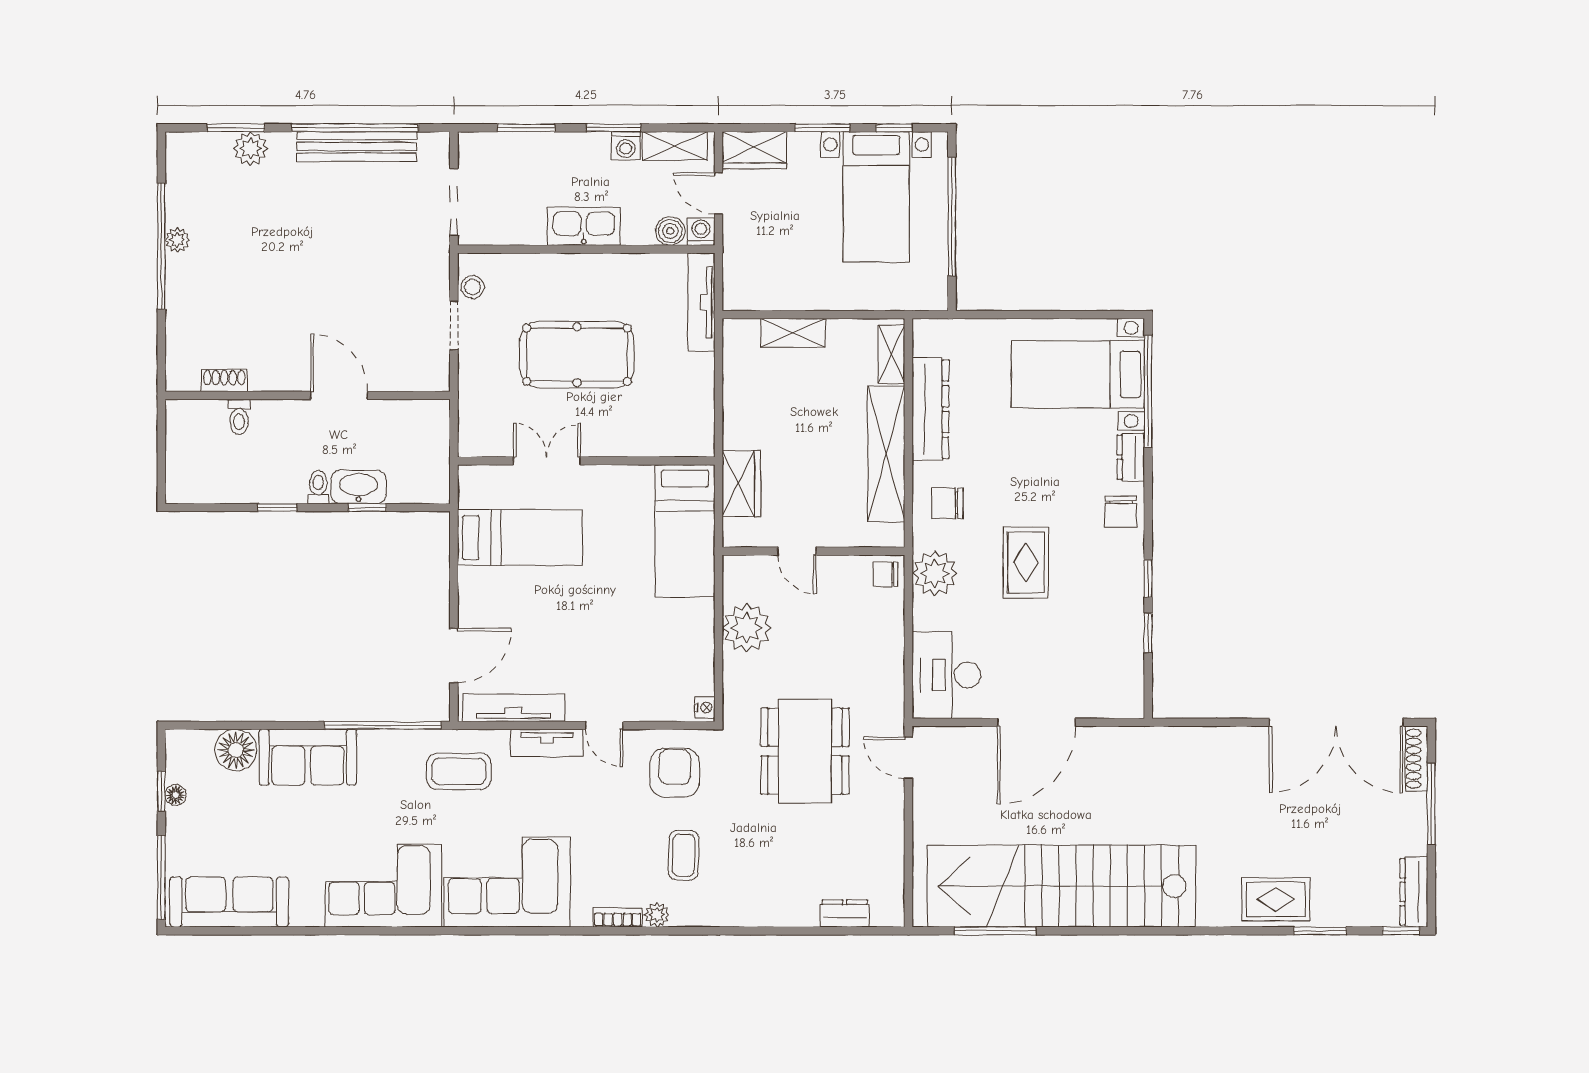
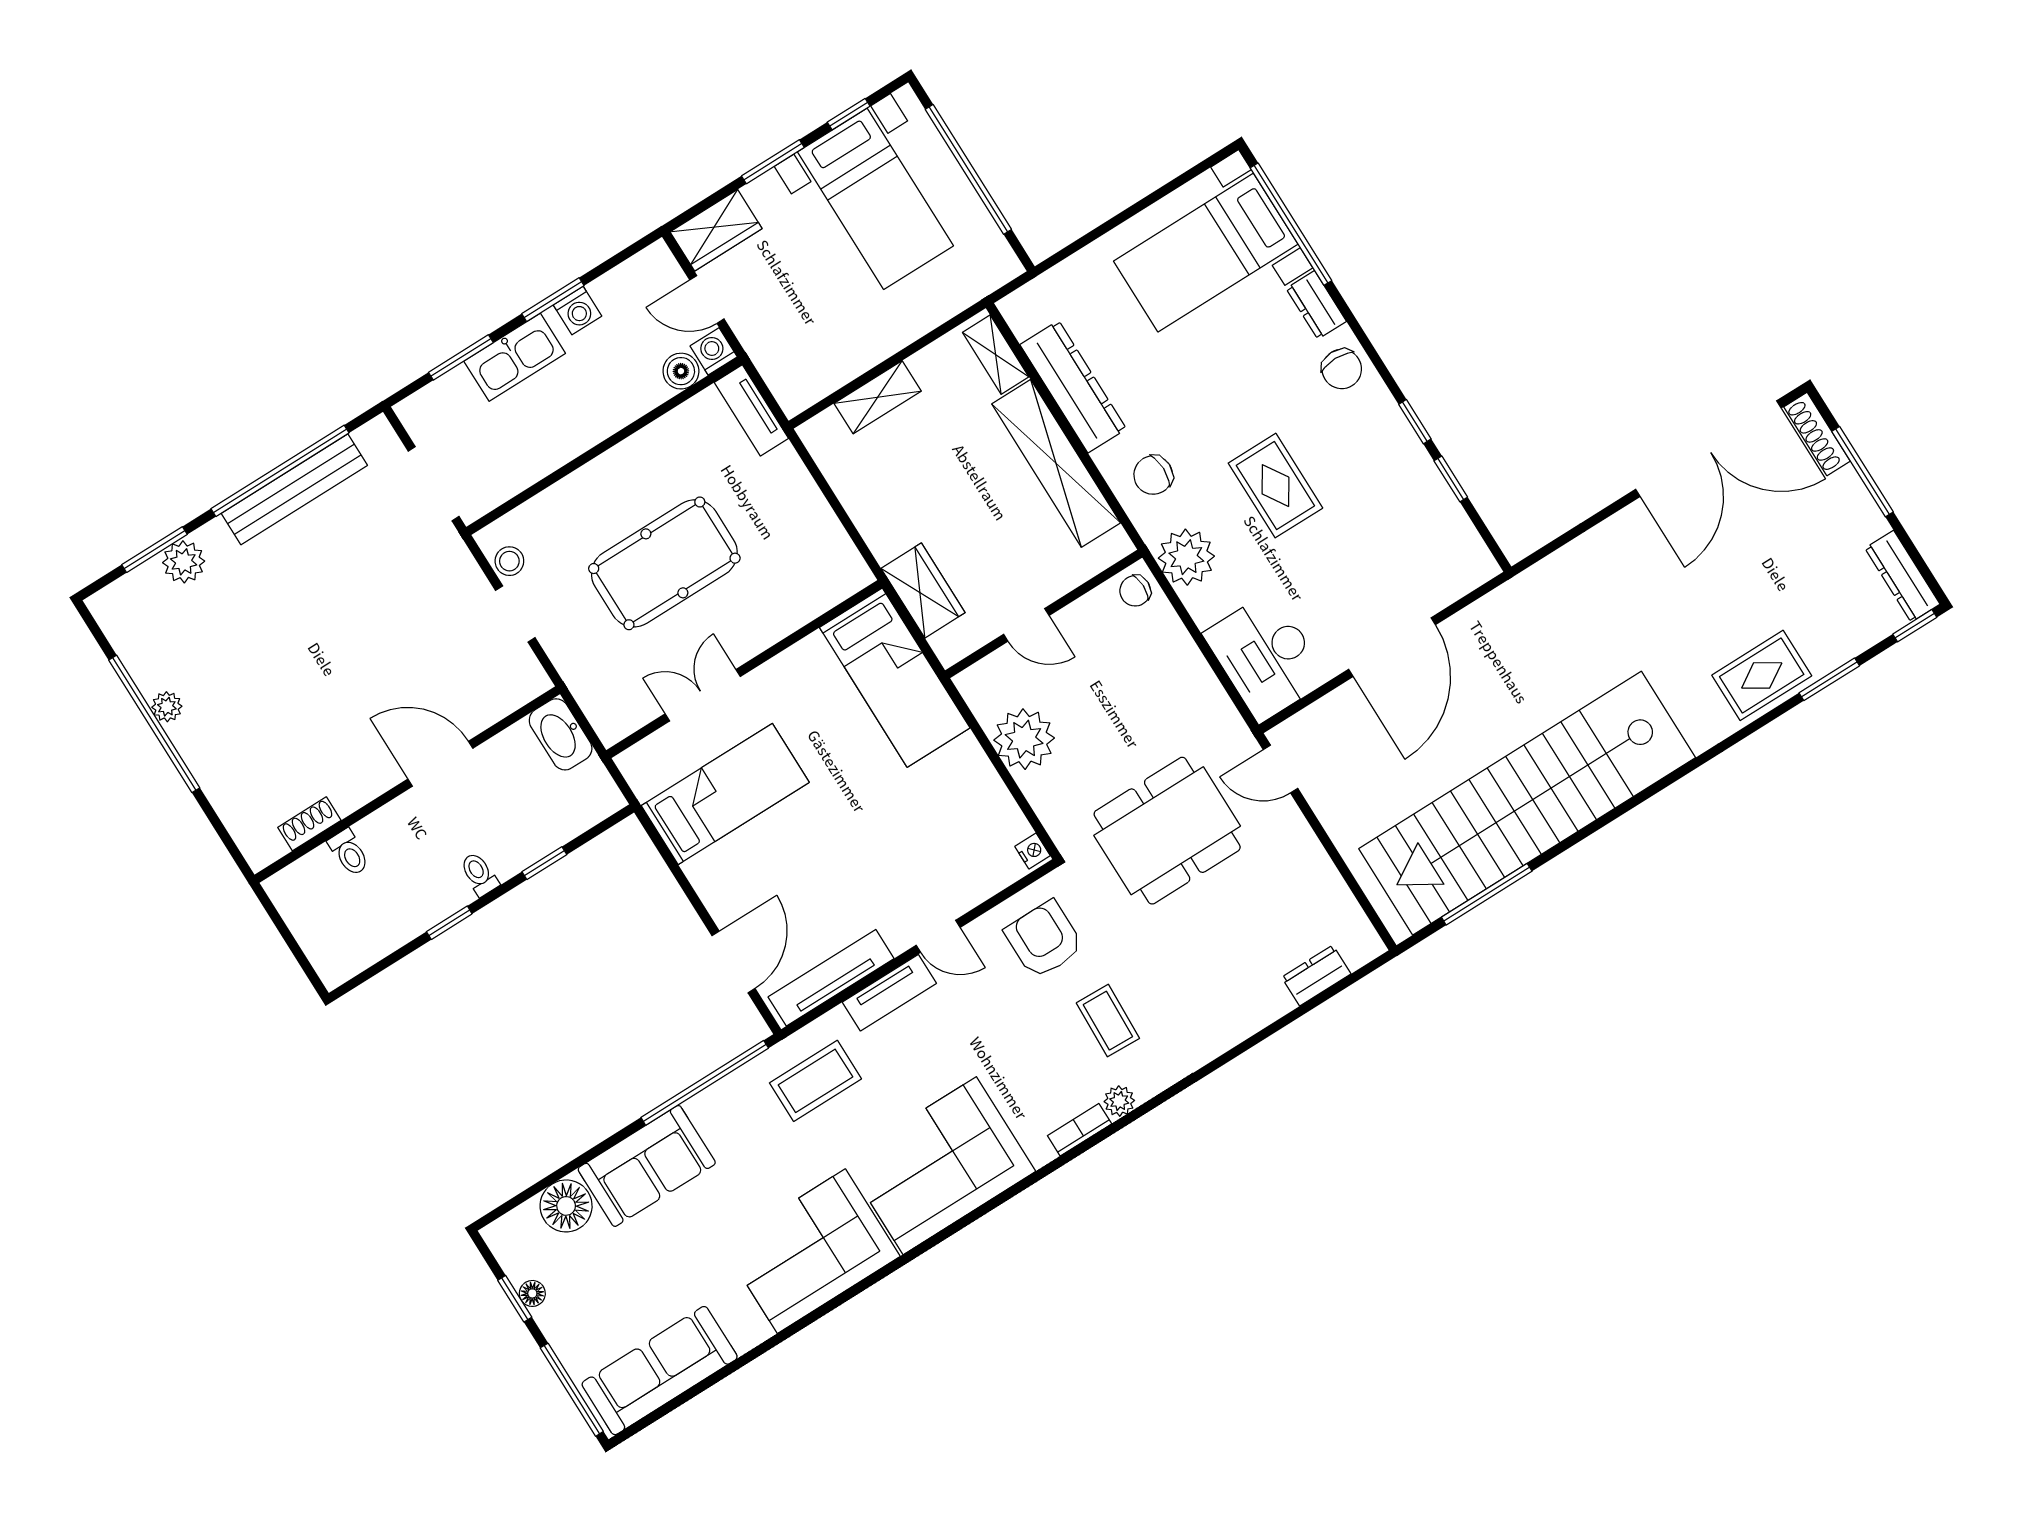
shelving: (675, 146) -> (630, 279), removed
kitchen sink: (584, 226) -> (515, 357), moved, turned 180
tv unit: (701, 302) -> (751, 410), width x0.71
washbasin: (359, 487) -> (561, 734), moved, turned -90
dining table: (805, 751) -> (1167, 831), turned 90

